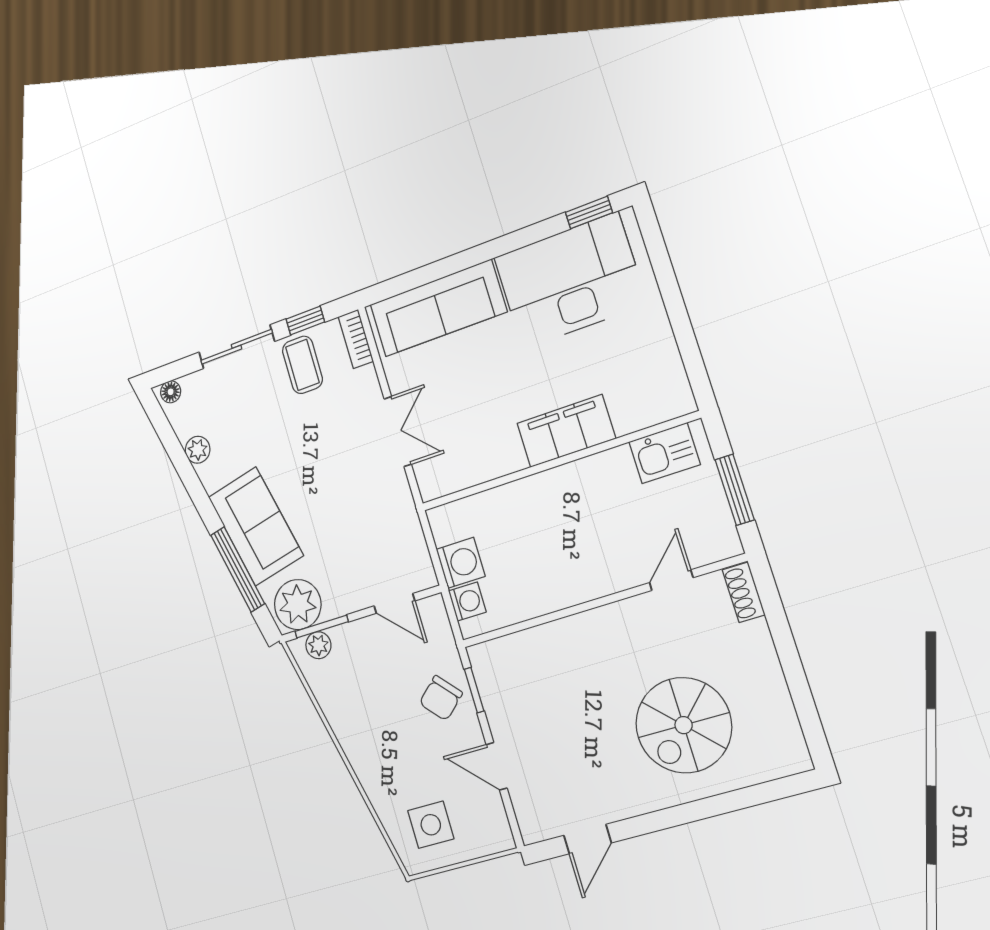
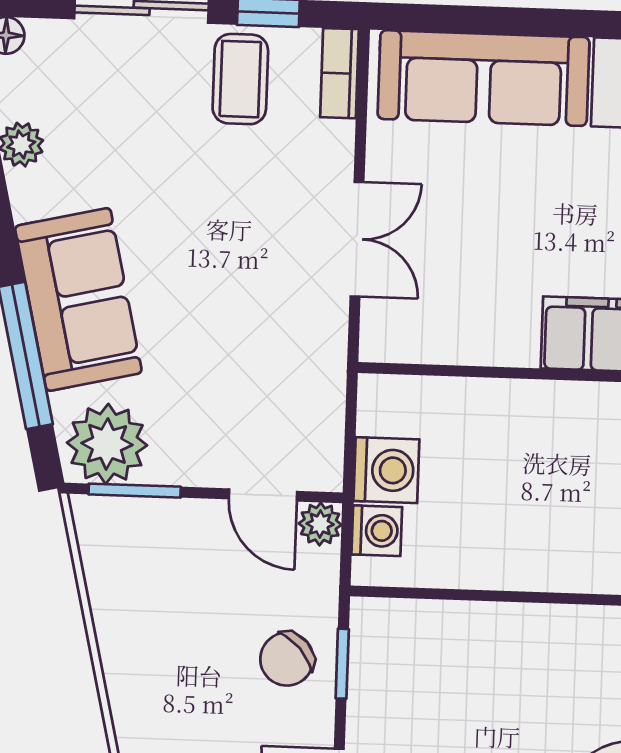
plant: (318, 645) -> (320, 524), moved

